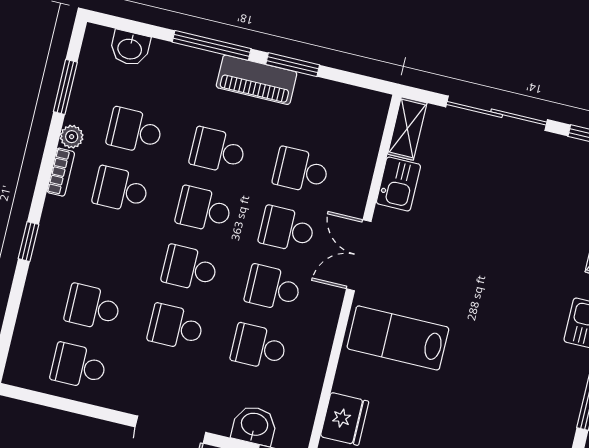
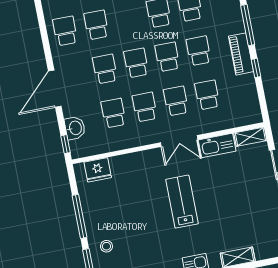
window: (293, 65) -> (256, 68), width x0.67
kitchen sink: (398, 184) -> (217, 145), width x1.38
double door: (359, 255) -> (179, 141), swing flipped
lab bench: (398, 338) -> (182, 202), moved

